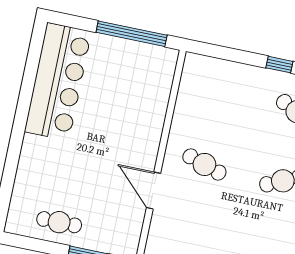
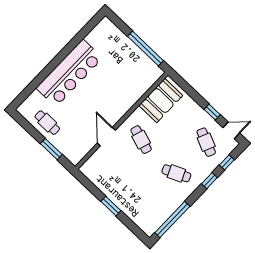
bar counter: (58, 82) -> (69, 73), moved
booth: (198, 93) -> (161, 100), added

